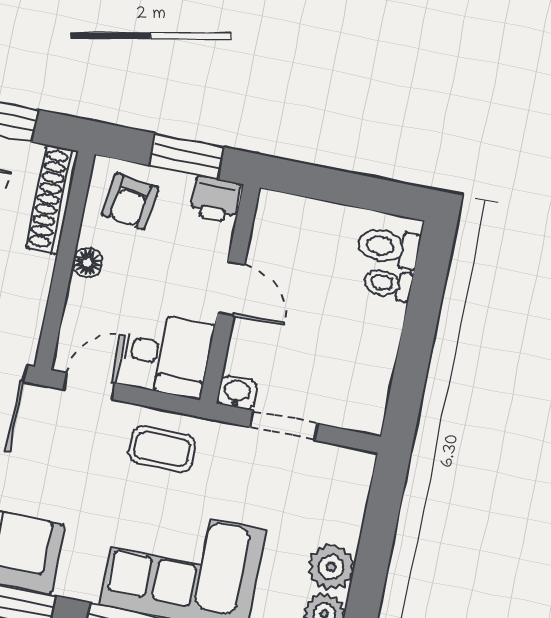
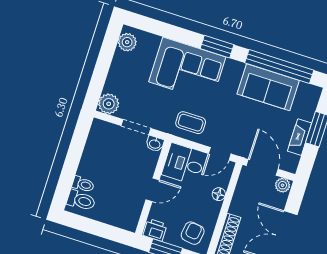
floor lamp: (88, 263) -> (219, 194), moved
door: (231, 289) -> (152, 190), swing flipped
plant: (331, 567) -> (109, 104), moved

